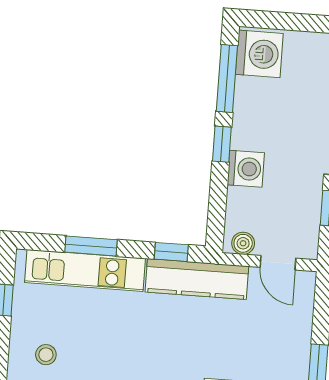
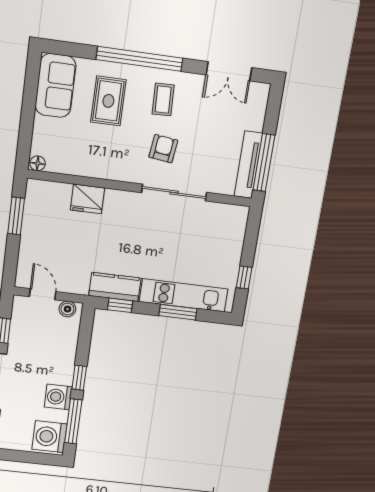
washing machine: (246, 169) -> (58, 397), moved
kitchen counter: (197, 279) -> (115, 287), width x0.67
stool: (46, 355) -> (217, 237), removed

